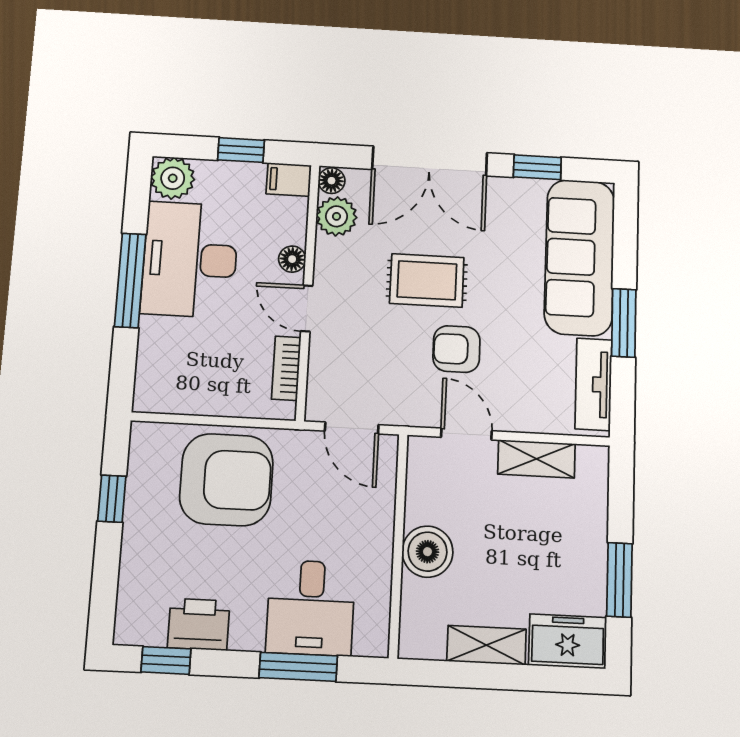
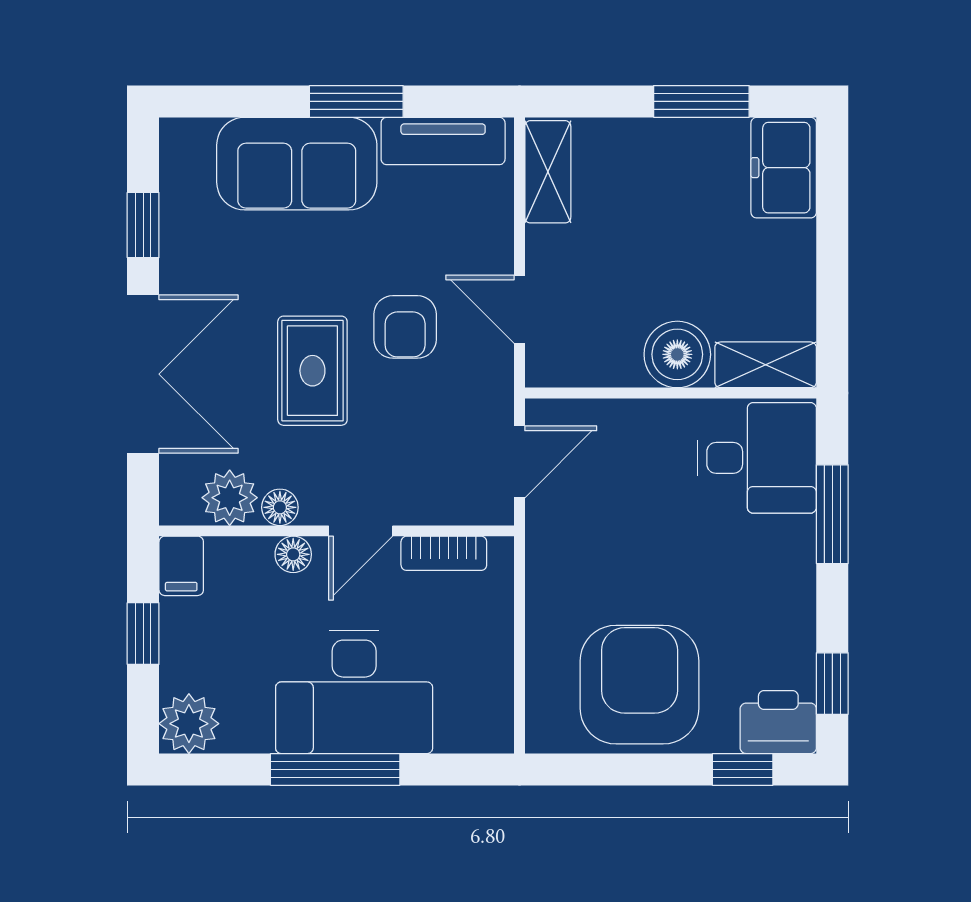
floor lamp: (332, 181) -> (280, 507), moved
sofa: (580, 257) -> (297, 164), width x0.73
desk: (190, 259) -> (354, 692), moved
door: (466, 434) -> (519, 309), hinge flipped
shelving: (536, 459) -> (548, 172), moved
armchair: (226, 480) -> (640, 685), moved
window: (112, 499) -> (743, 769), moved
desk: (311, 608) -> (757, 458), moved
printer: (199, 624) -> (778, 722), moved, turned 90
shelving: (487, 645) -> (766, 365), moved, turned 90

